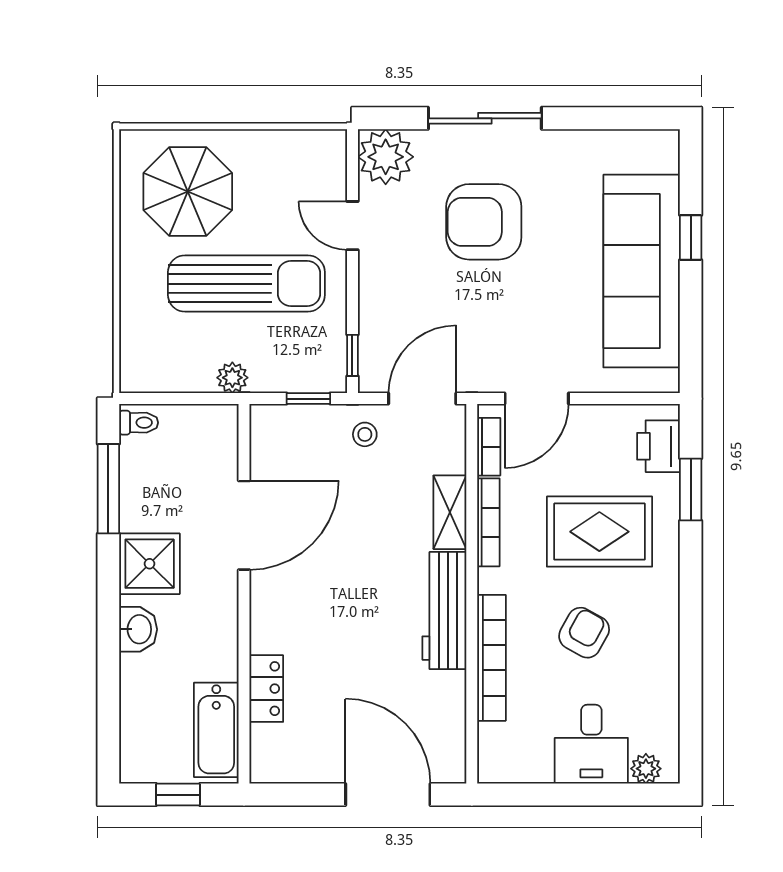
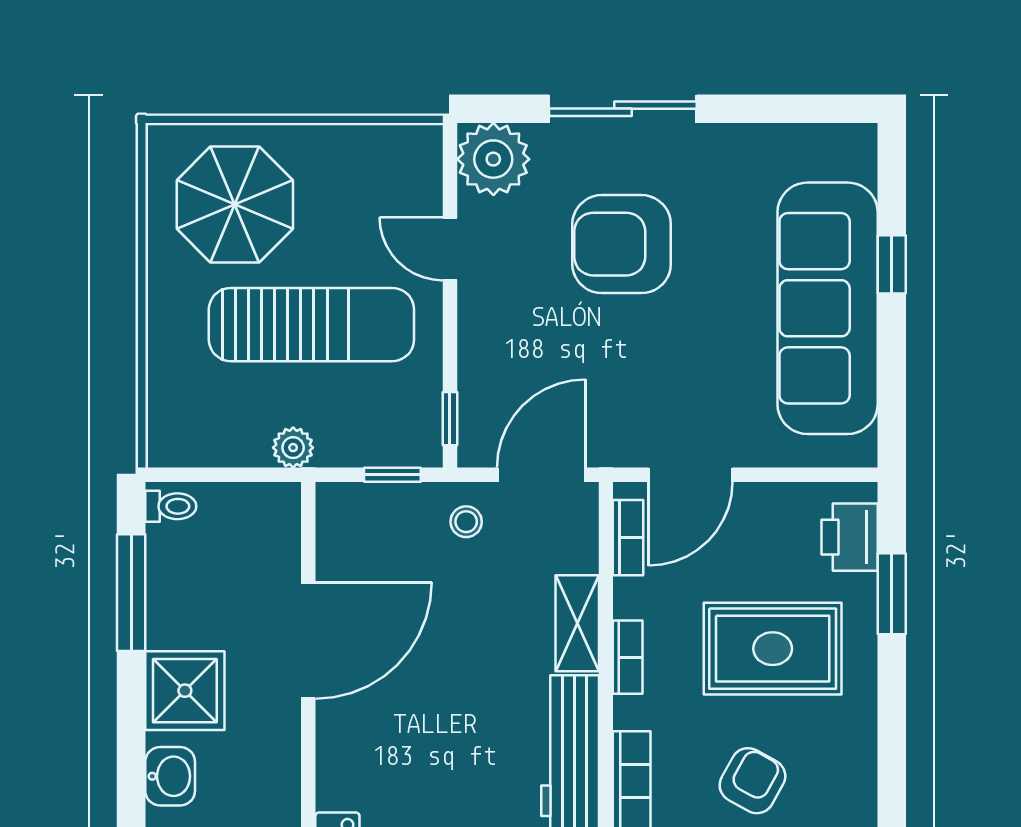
bookcase: (488, 522) -> (628, 657), width x0.64

